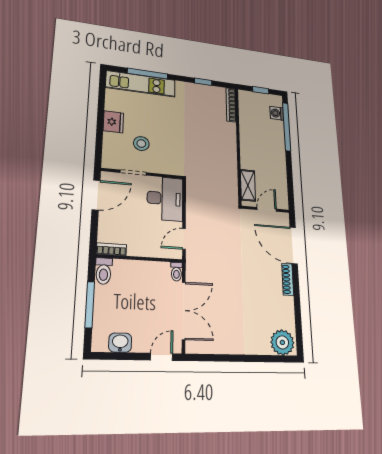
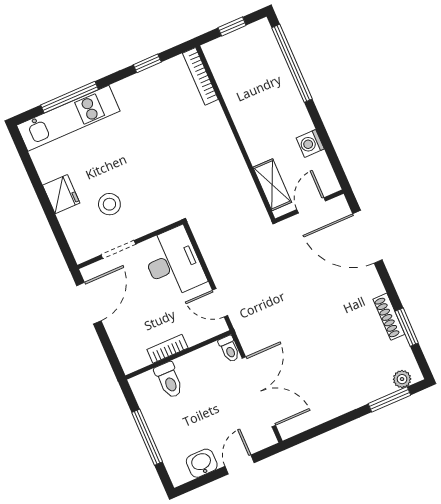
washing machine: (277, 113) -> (310, 143), moved
door: (184, 239) -> (220, 303), hinge flipped
bookcase: (111, 249) -> (167, 349), moved
toilet: (104, 271) -> (169, 380), moved
shoe rack: (288, 279) -> (389, 317), moved
window: (298, 315) -> (407, 327), added
plant: (282, 342) -> (402, 379), width x0.53, depth x0.53
door: (162, 357) -> (240, 465), moved
window: (269, 359) -> (389, 399), added

